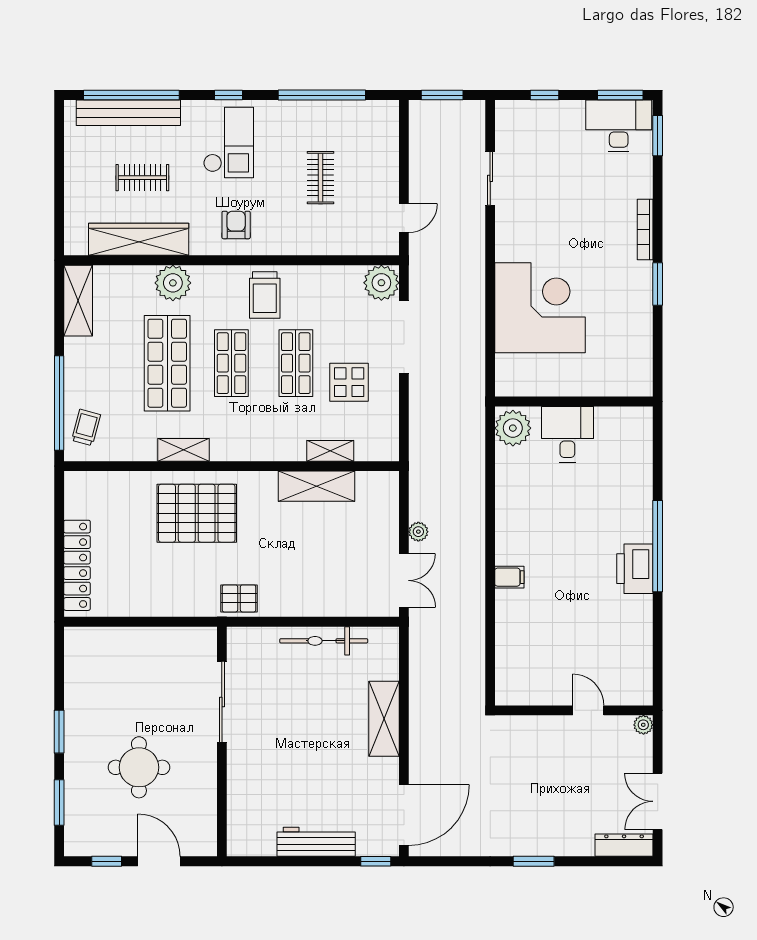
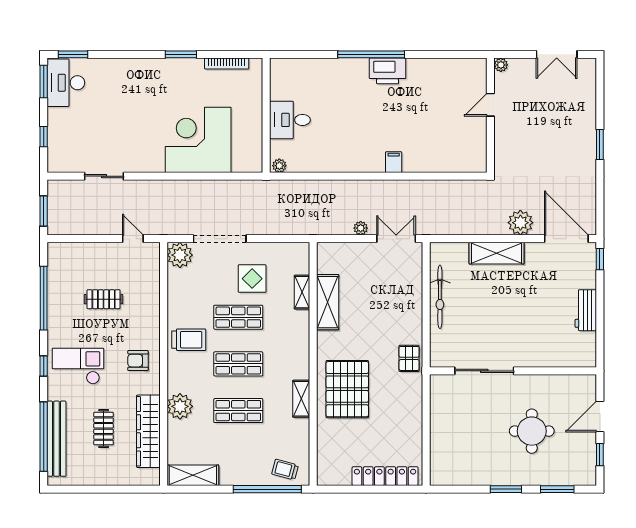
bookcase: (645, 230) -> (227, 64), moved
shop shelf: (167, 363) -> (238, 411), width x0.70, depth x0.74
plant: (513, 428) -> (279, 166), width x0.53, depth x0.53
plant: (426, 752) -> (520, 223), added
workbench: (316, 842) -> (586, 310), width x0.73
dresser: (624, 845) -> (588, 79), removed

